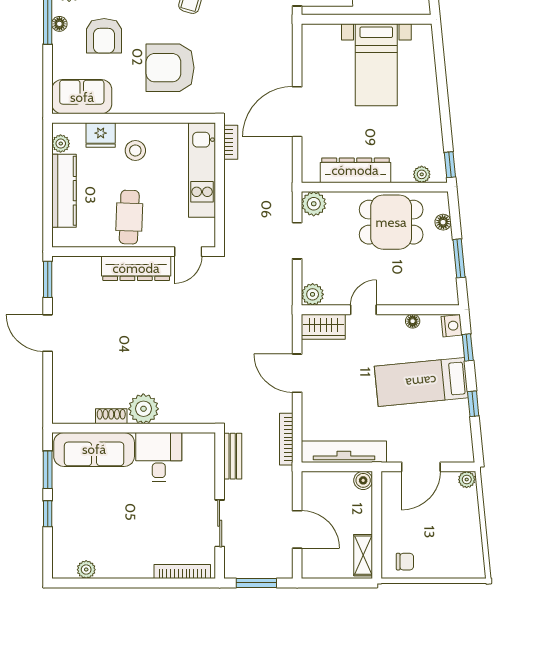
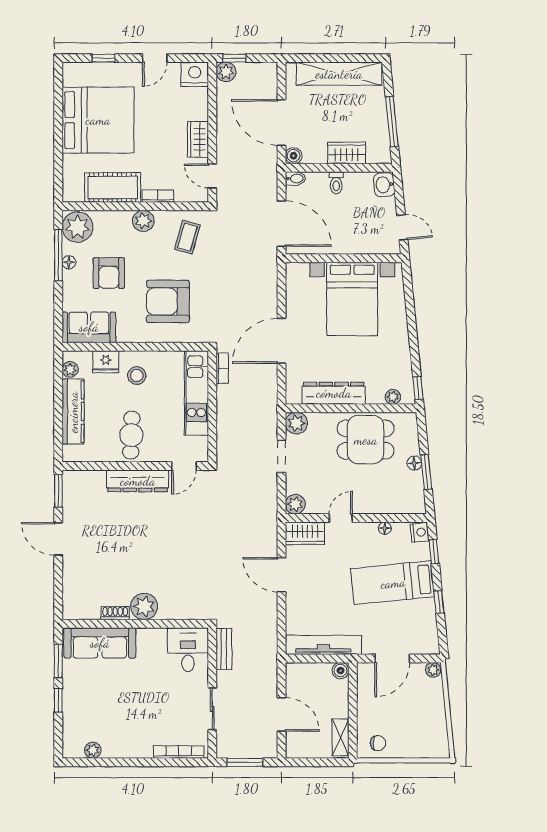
bed with nightstands: (376, 65) -> (352, 299), width x1.36
floor lamp: (443, 222) -> (414, 463), moved
bookcase: (286, 439) -> (272, 634), removed
desk: (159, 457) -> (188, 650), moved

